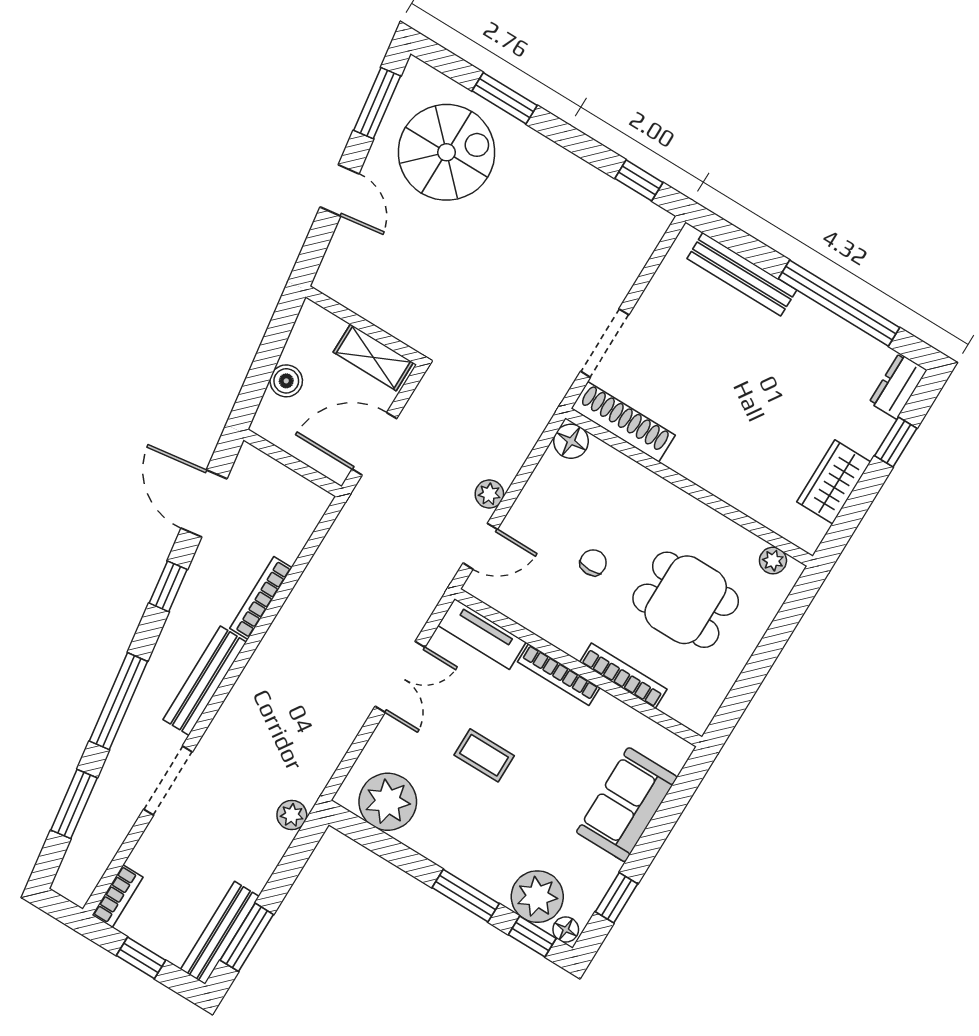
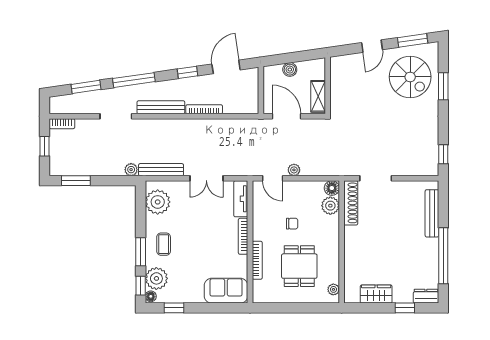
plant: (604, 465) -> (330, 206), added
coffee table: (484, 755) -> (164, 244), moved
sofa: (627, 805) -> (226, 291), moved
bench: (220, 933) -> (161, 170), moved

